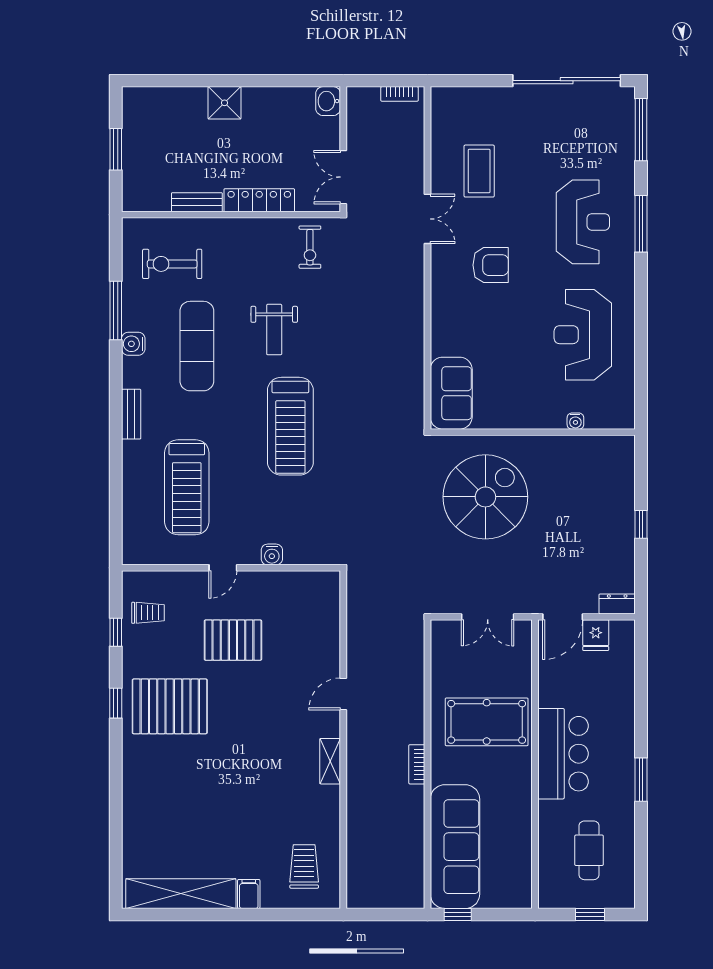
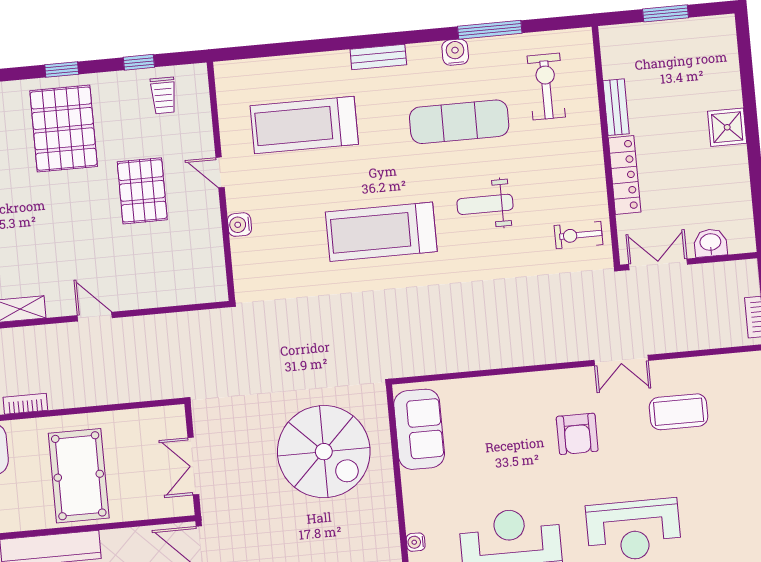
washbasin: (328, 101) -> (710, 243), moved
sofa: (451, 393) -> (419, 429), moved, turned -90

